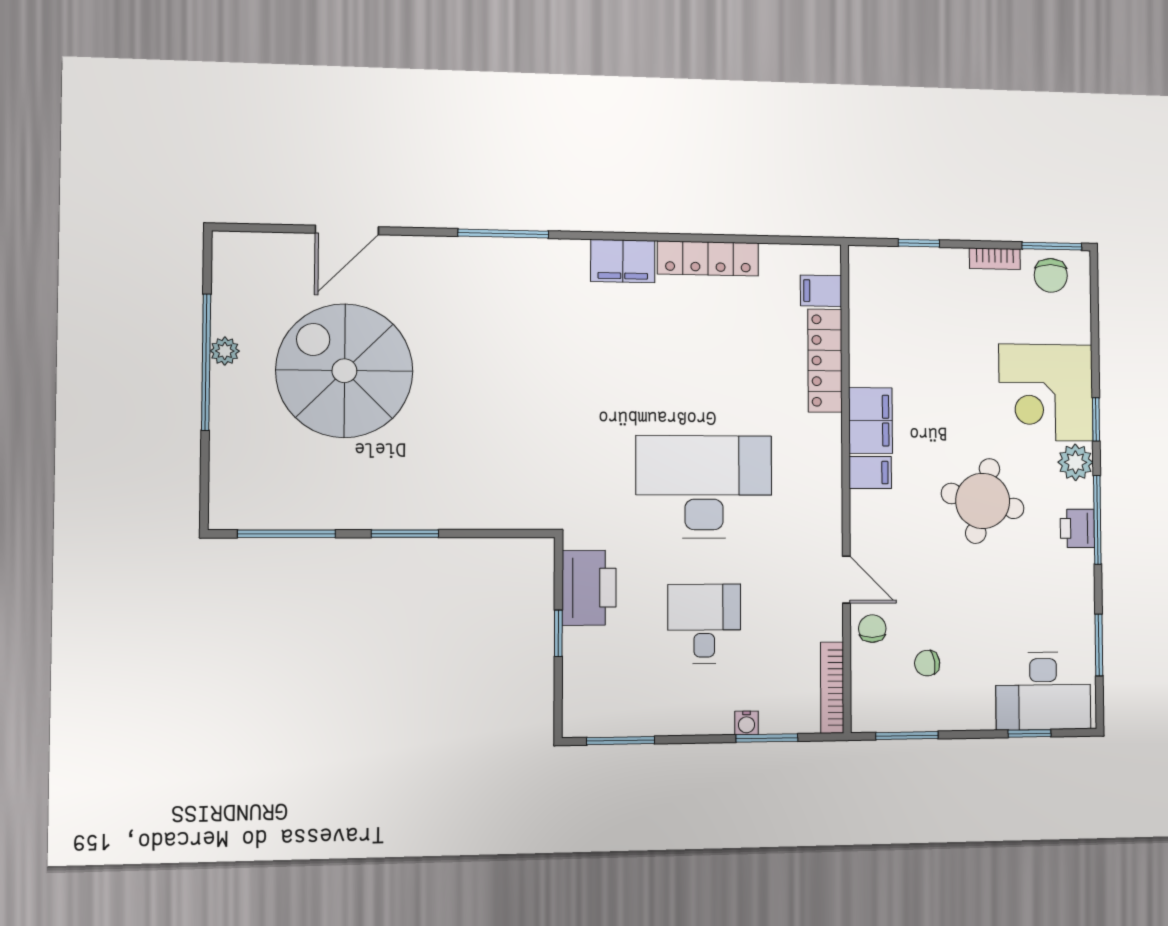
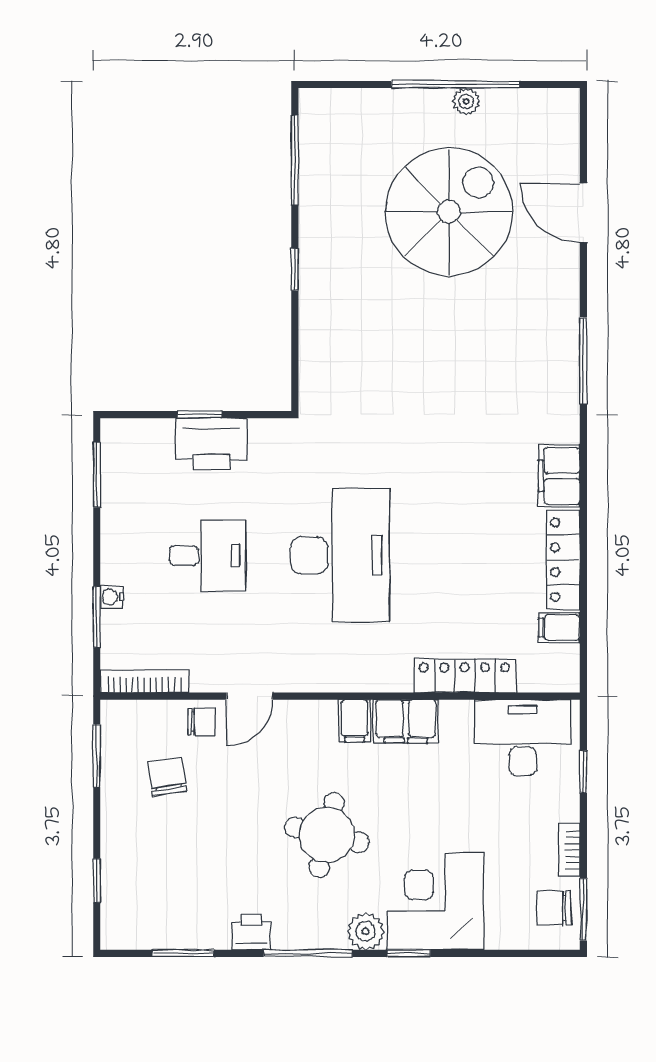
filing cabinet: (821, 291) -> (559, 628), moved, turned -90
printer: (1077, 528) -> (251, 932), moved
window: (405, 534) -> (295, 269), width x0.67
printer: (589, 588) -> (211, 444), moved
chair: (927, 663) -> (167, 777), width x1.37, depth x1.37
desk: (1043, 691) -> (523, 738), moved, turned 90

